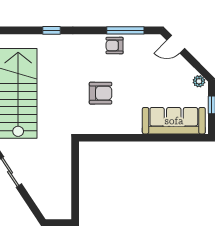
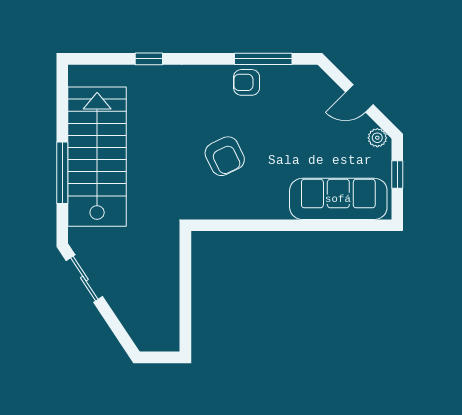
door: (176, 44) -> (359, 98), moved
armchair: (100, 93) -> (225, 156), turned 64

